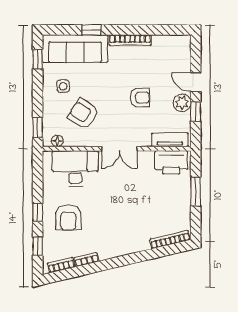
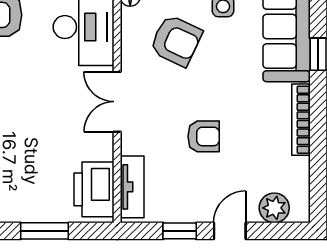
armchair: (140, 98) -> (204, 136), turned -90
plant: (182, 103) -> (274, 208), moved
armchair: (83, 114) -> (176, 41), turned 81

